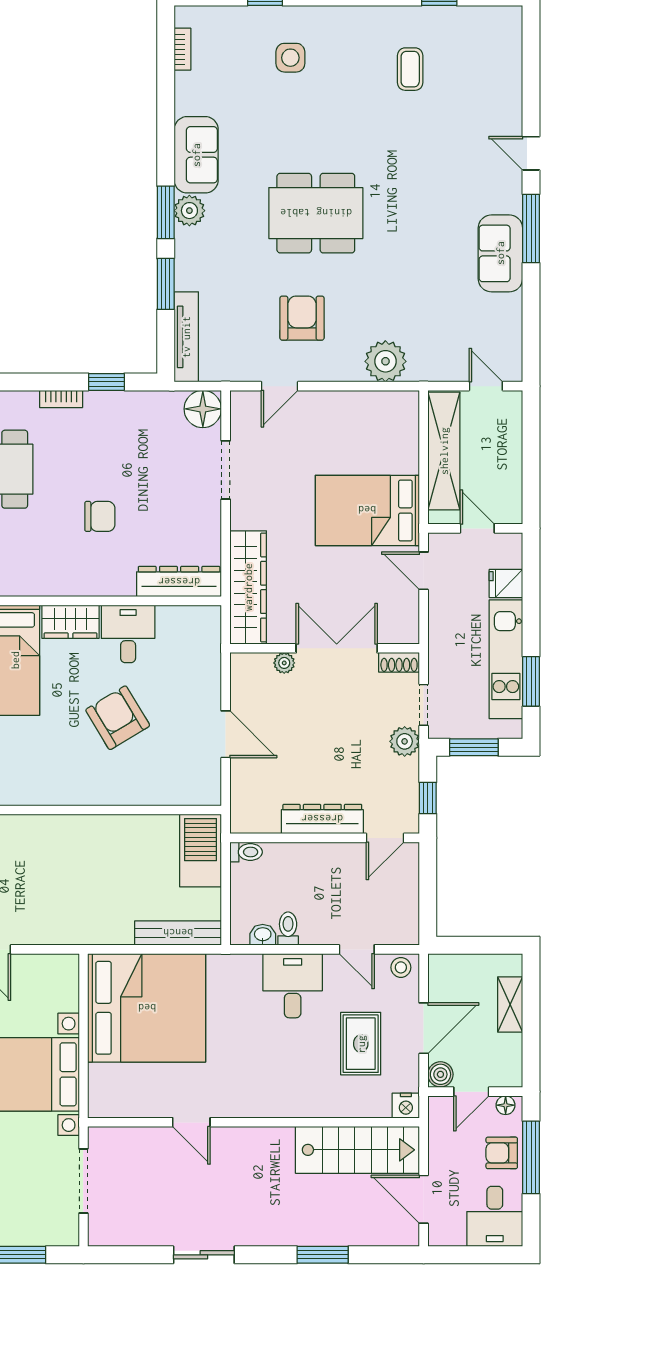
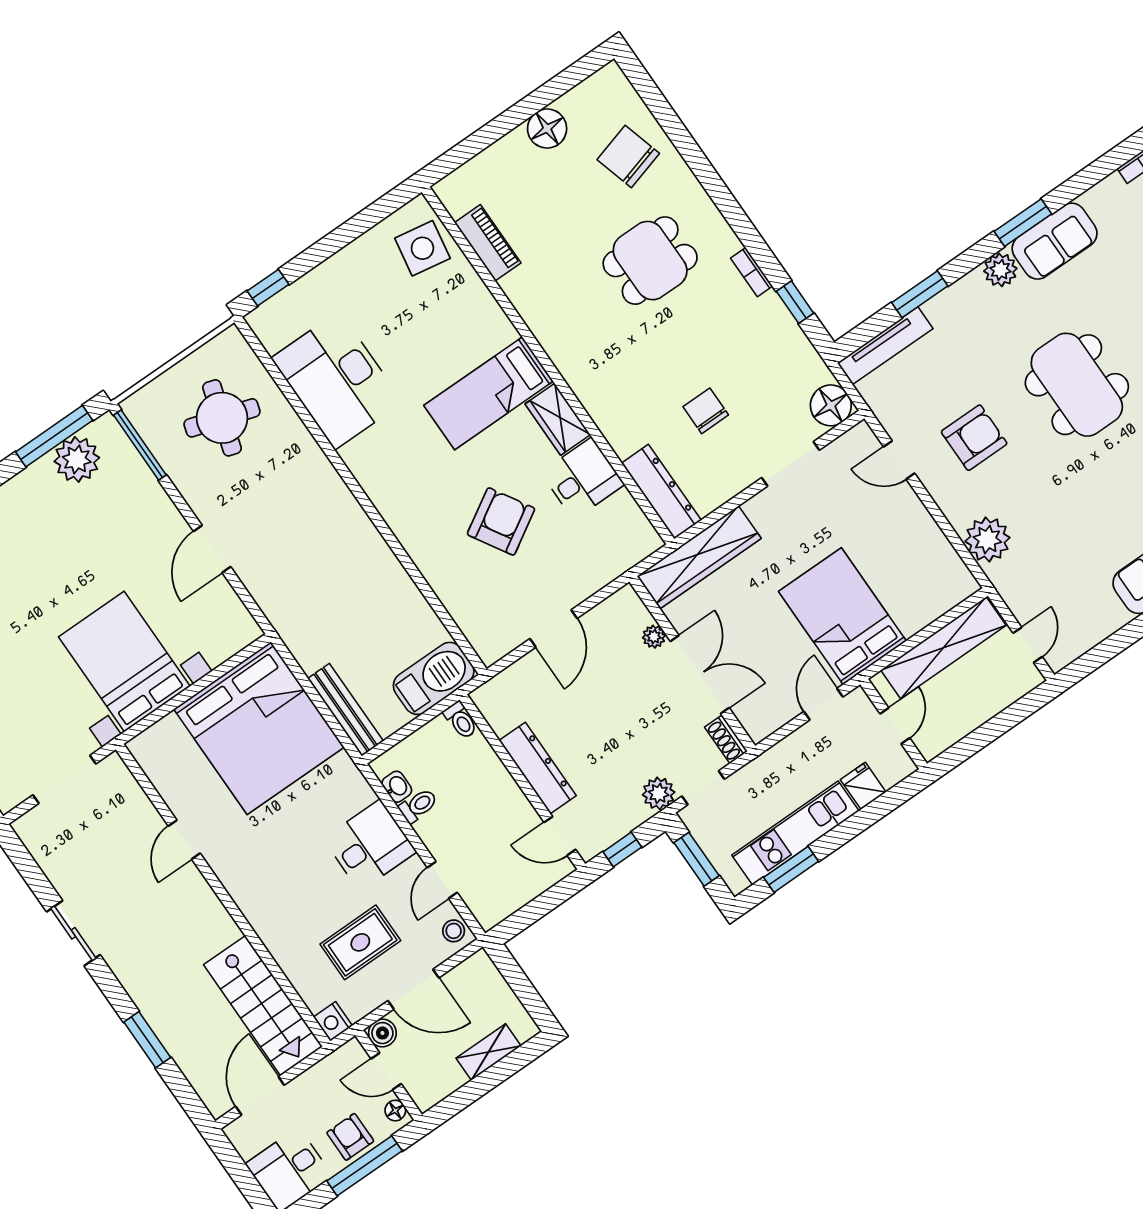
window: (166, 212) -> (1023, 223), moved
chair: (100, 516) -> (706, 411), moved, turned 180

